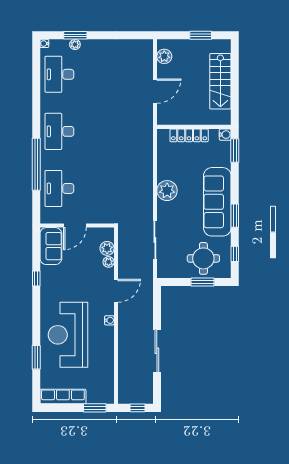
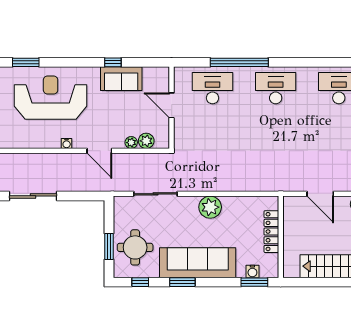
water cooler: (225, 135) -> (252, 271), moved
sofa: (51, 246) -> (121, 79), moved

